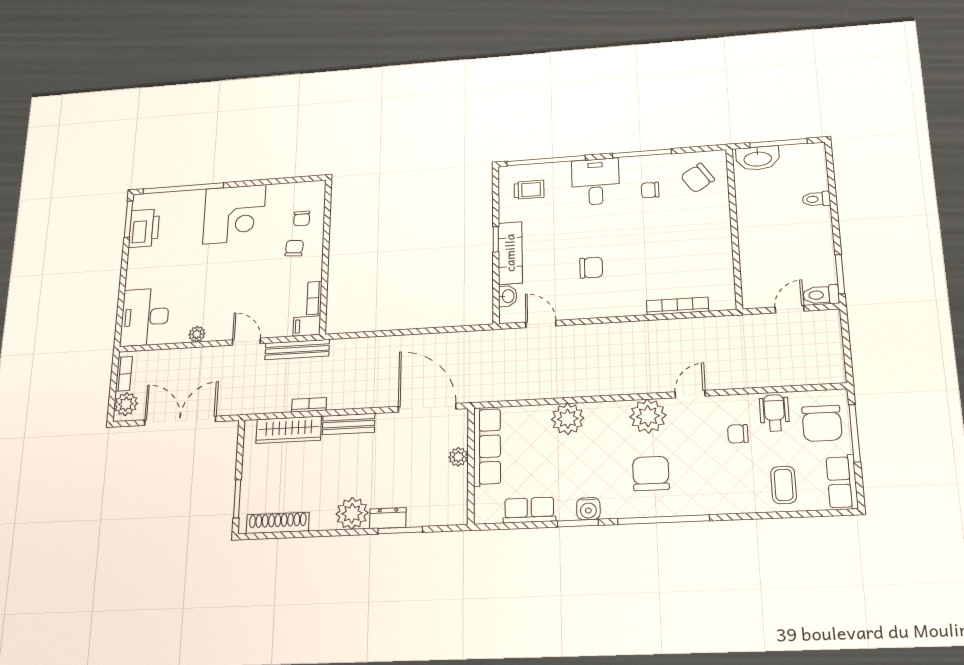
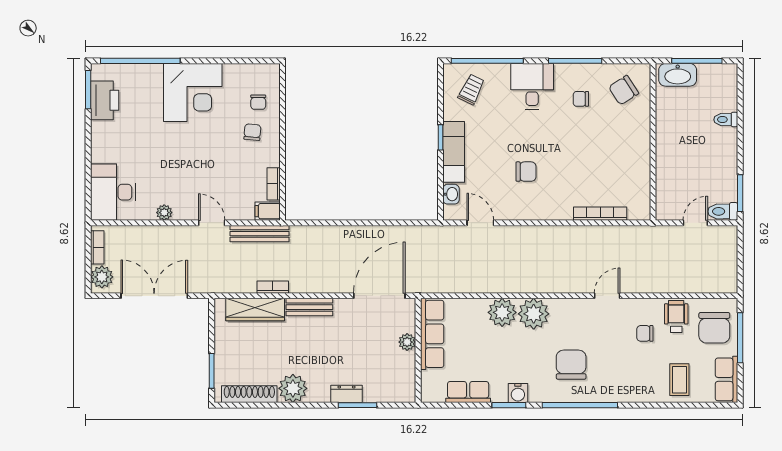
trolley: (529, 190) -> (471, 89), turned -64
door: (427, 408) -> (379, 296), hinge flipped
plant: (648, 416) -> (534, 314), moved
plant: (352, 513) -> (293, 388), moved

